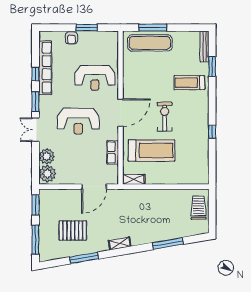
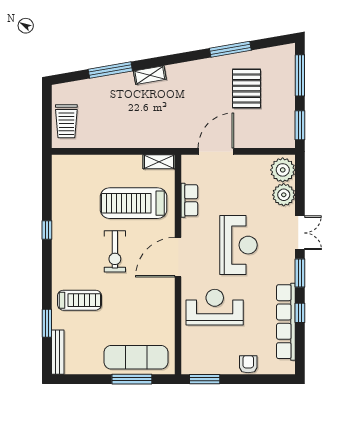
window: (87, 28) -> (205, 379), moved
reception desk: (78, 121) -> (238, 245), turned 90
pallet: (73, 231) -> (246, 89), turned 90
shelving: (120, 243) -> (150, 75), moved

